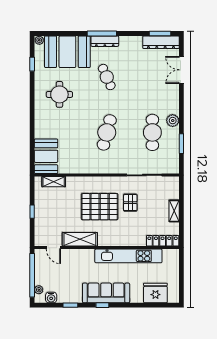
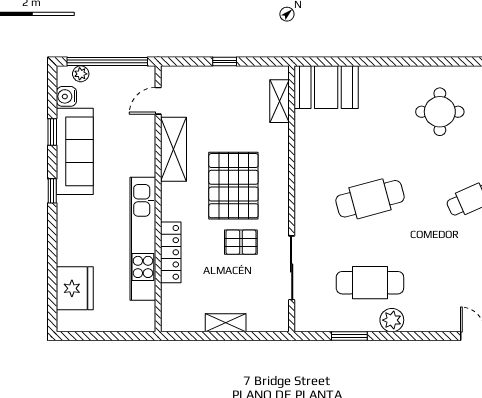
cafe table: (107, 132) -> (370, 199), turned -30
locker: (163, 241) -> (171, 252), moved
sofa: (106, 293) -> (75, 151), moved

